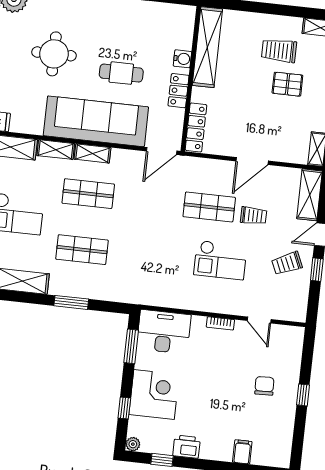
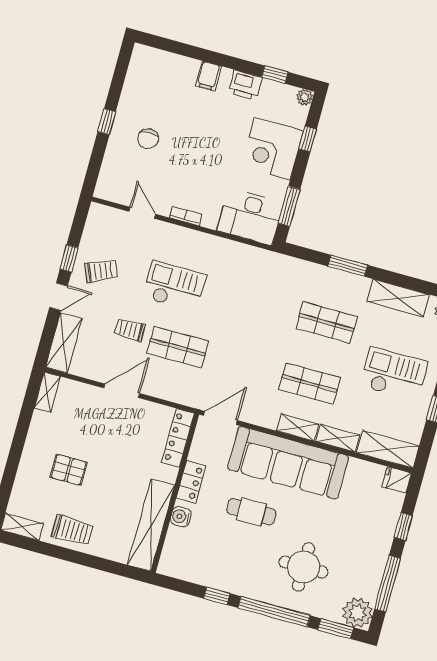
trolley: (279, 51) -> (72, 530), moved
round table: (54, 54) -> (303, 567), moved
filing cabinet: (242, 452) -> (208, 76), moved

